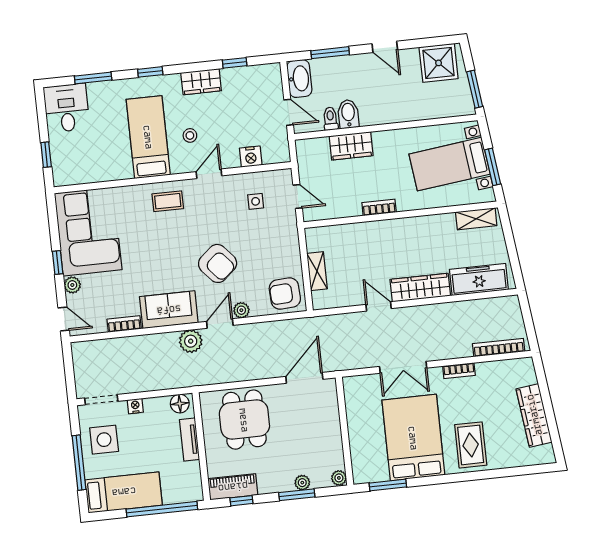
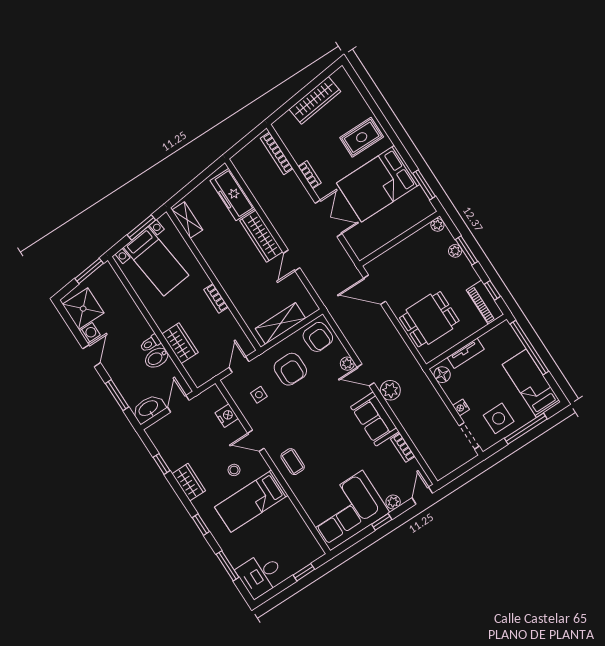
washing machine: (410, 57) -> (90, 333), added
toilet: (330, 119) -> (150, 343), moved
armchair: (218, 263) -> (290, 369), moved, turned 131
shelving: (317, 271) -> (280, 323), width x1.50, depth x1.33

